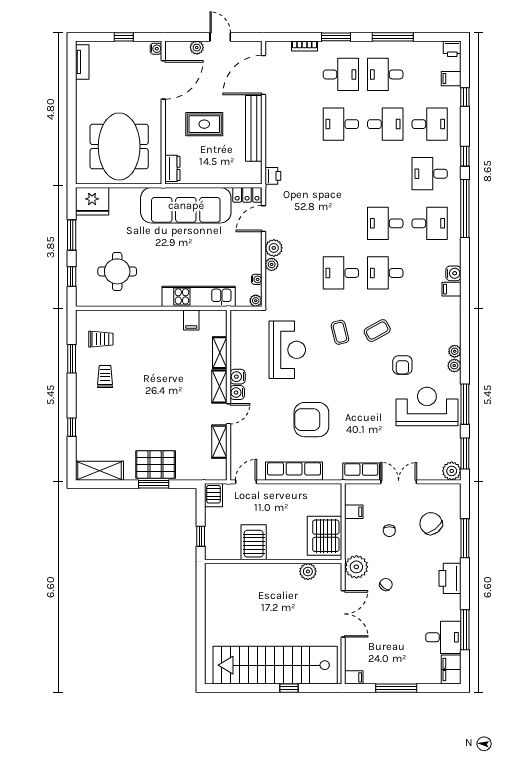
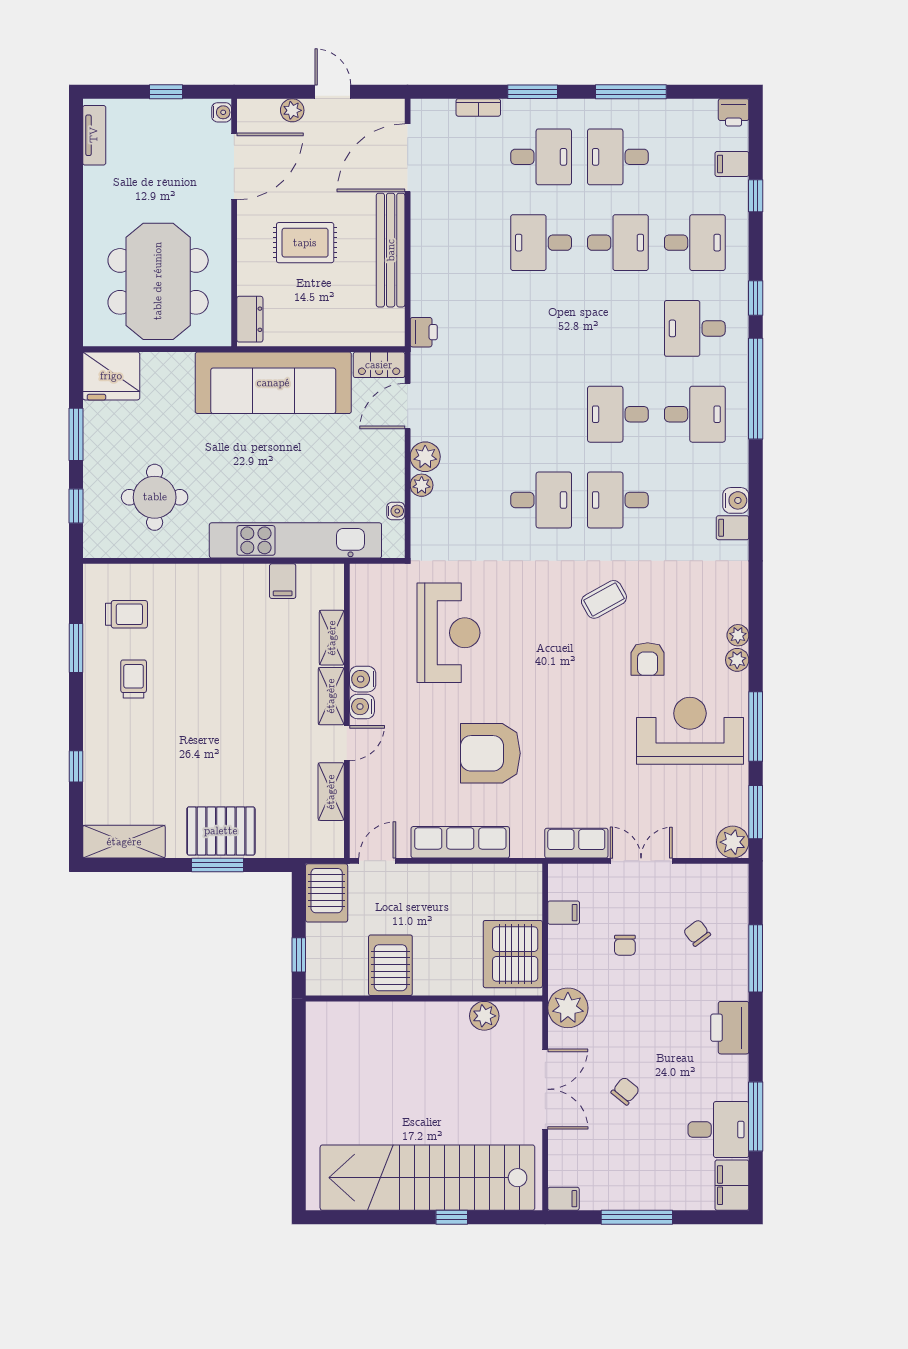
desk: (341, 273) -> (541, 500), turned 180
kitchen unit: (199, 296) -> (295, 540), width x1.36
plant: (256, 301) -> (394, 548), removed
coffee table: (340, 332) -> (540, 602), removed
server rack: (213, 495) -> (327, 893), width x1.36, depth x1.44
chair: (431, 523) -> (697, 933), width x0.54, depth x0.54
chair: (386, 585) -> (625, 1091), moved

